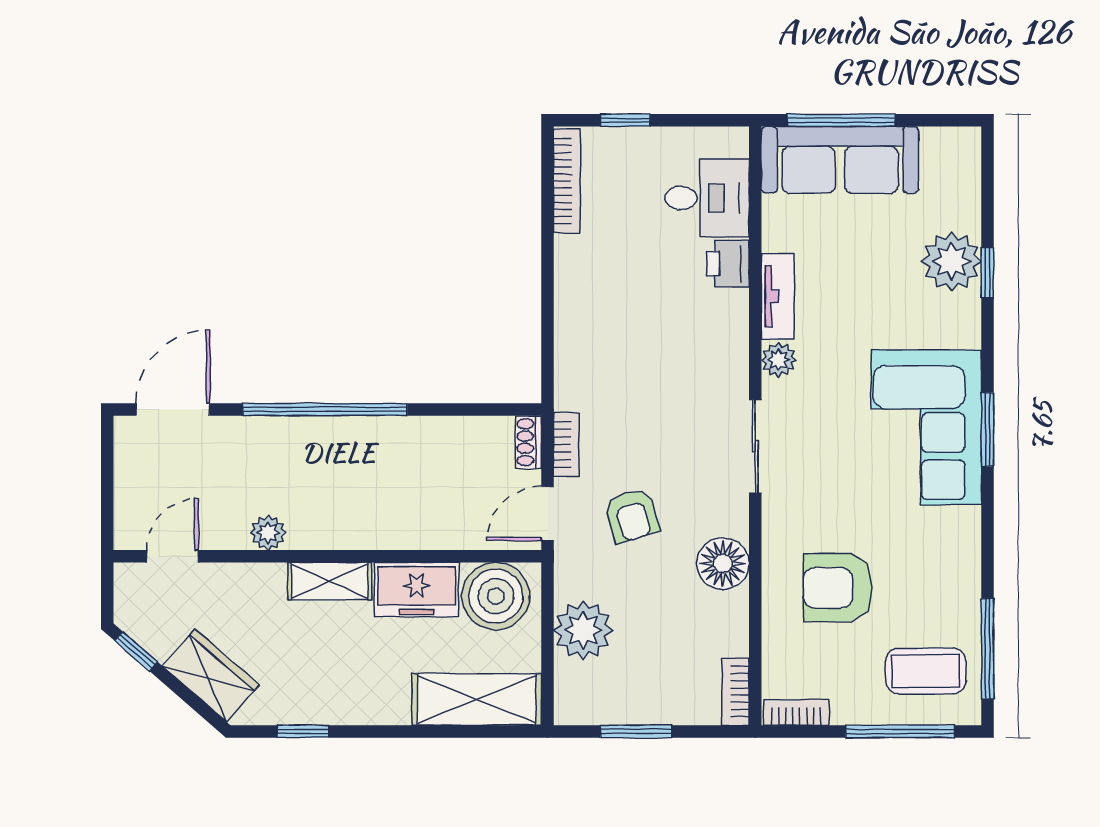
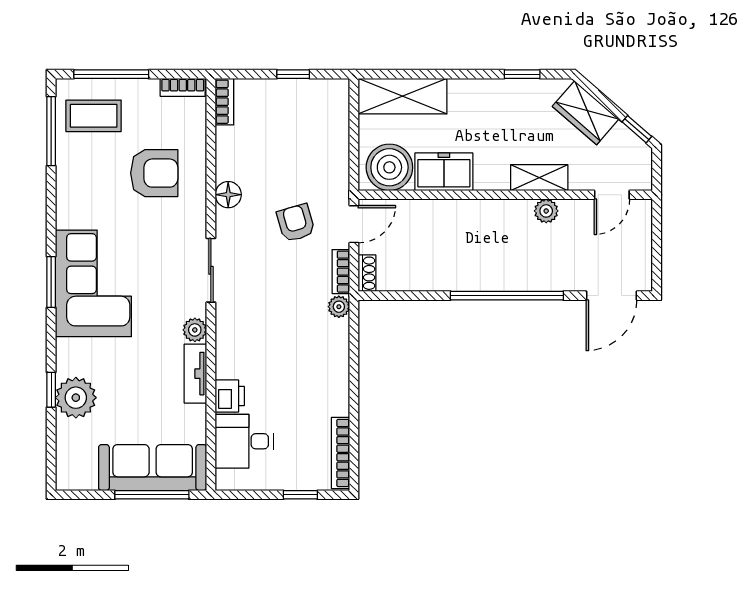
floor lamp: (723, 564) -> (228, 195), width x0.73, depth x0.73
shelving: (330, 581) -> (539, 178), moved
plant: (583, 630) -> (339, 307), moved, width x0.53, depth x0.53
window: (636, 731) -> (293, 74), width x0.67

